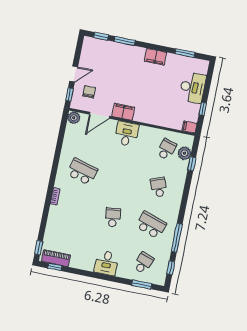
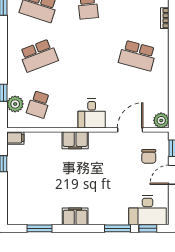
desk: (193, 87) -> (147, 210), moved, turned -90
filing cabinet: (123, 112) -> (75, 140), moved
school desk: (159, 187) -> (39, 55), width x1.85

